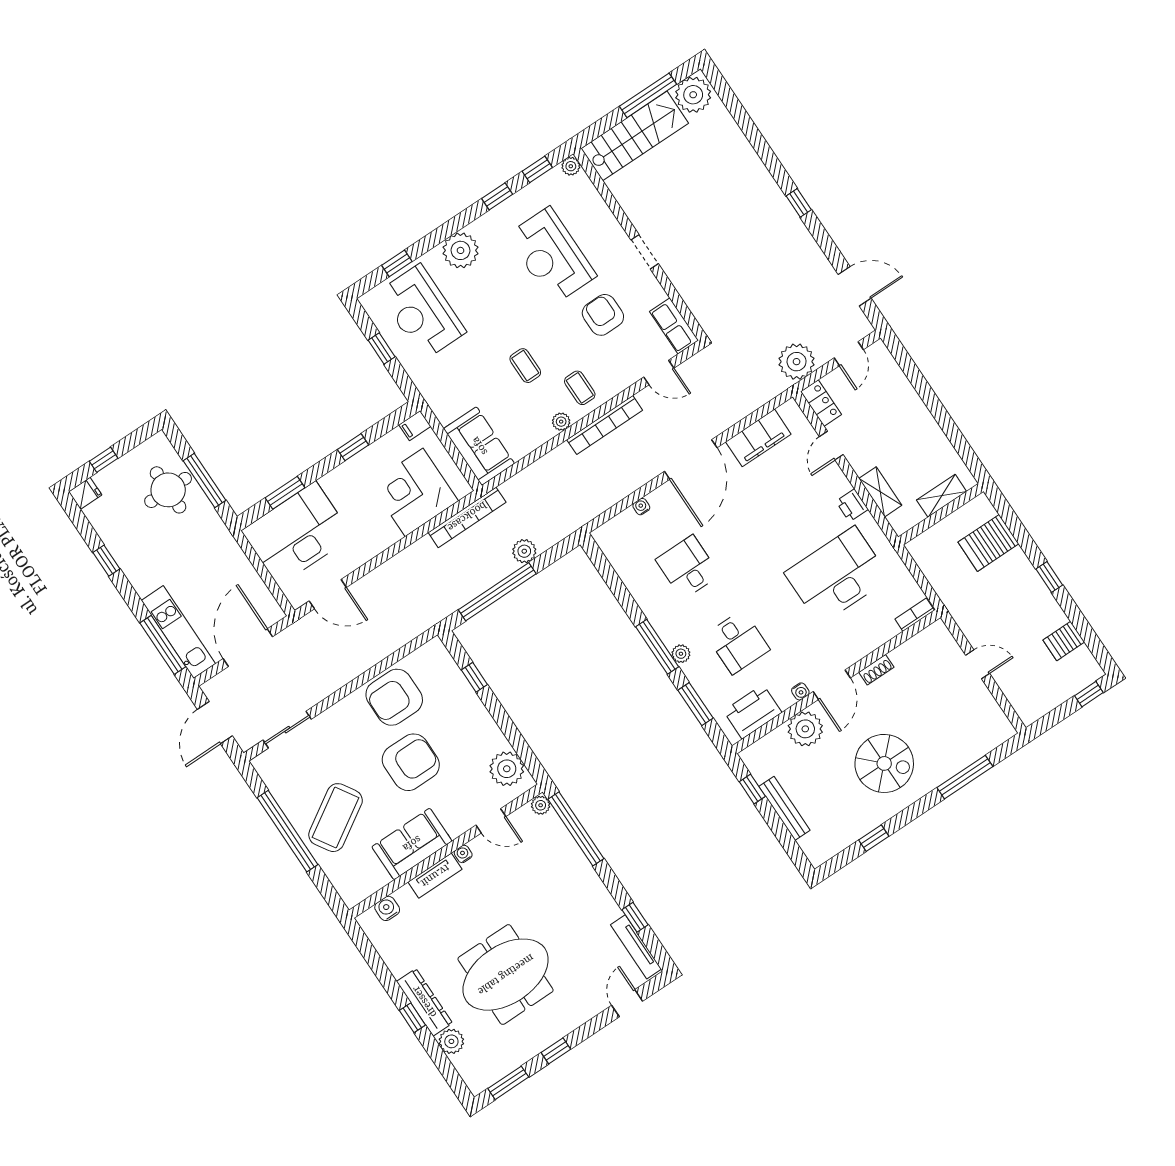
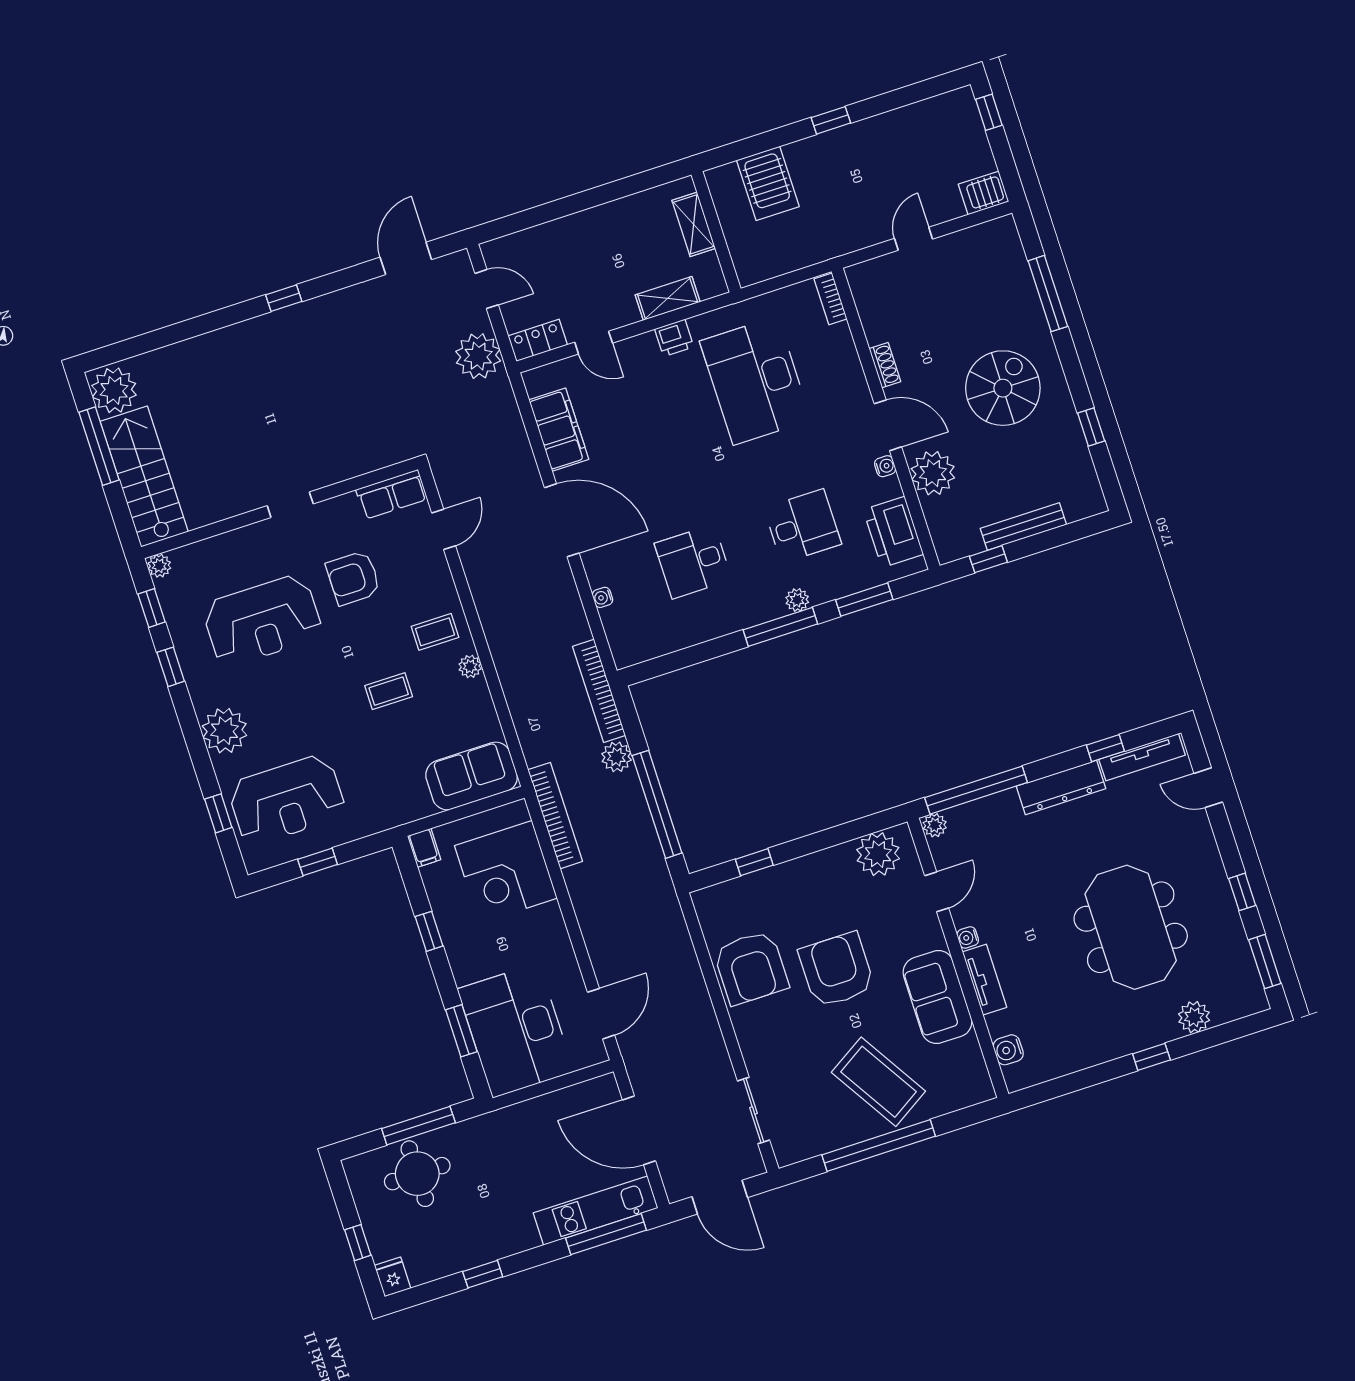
bookcase: (605, 425) -> (599, 691), moved, turned 180
server rack: (1064, 641) -> (984, 193), moved, turned 90
dresser: (424, 1002) -> (1061, 787), moved, turned 180

